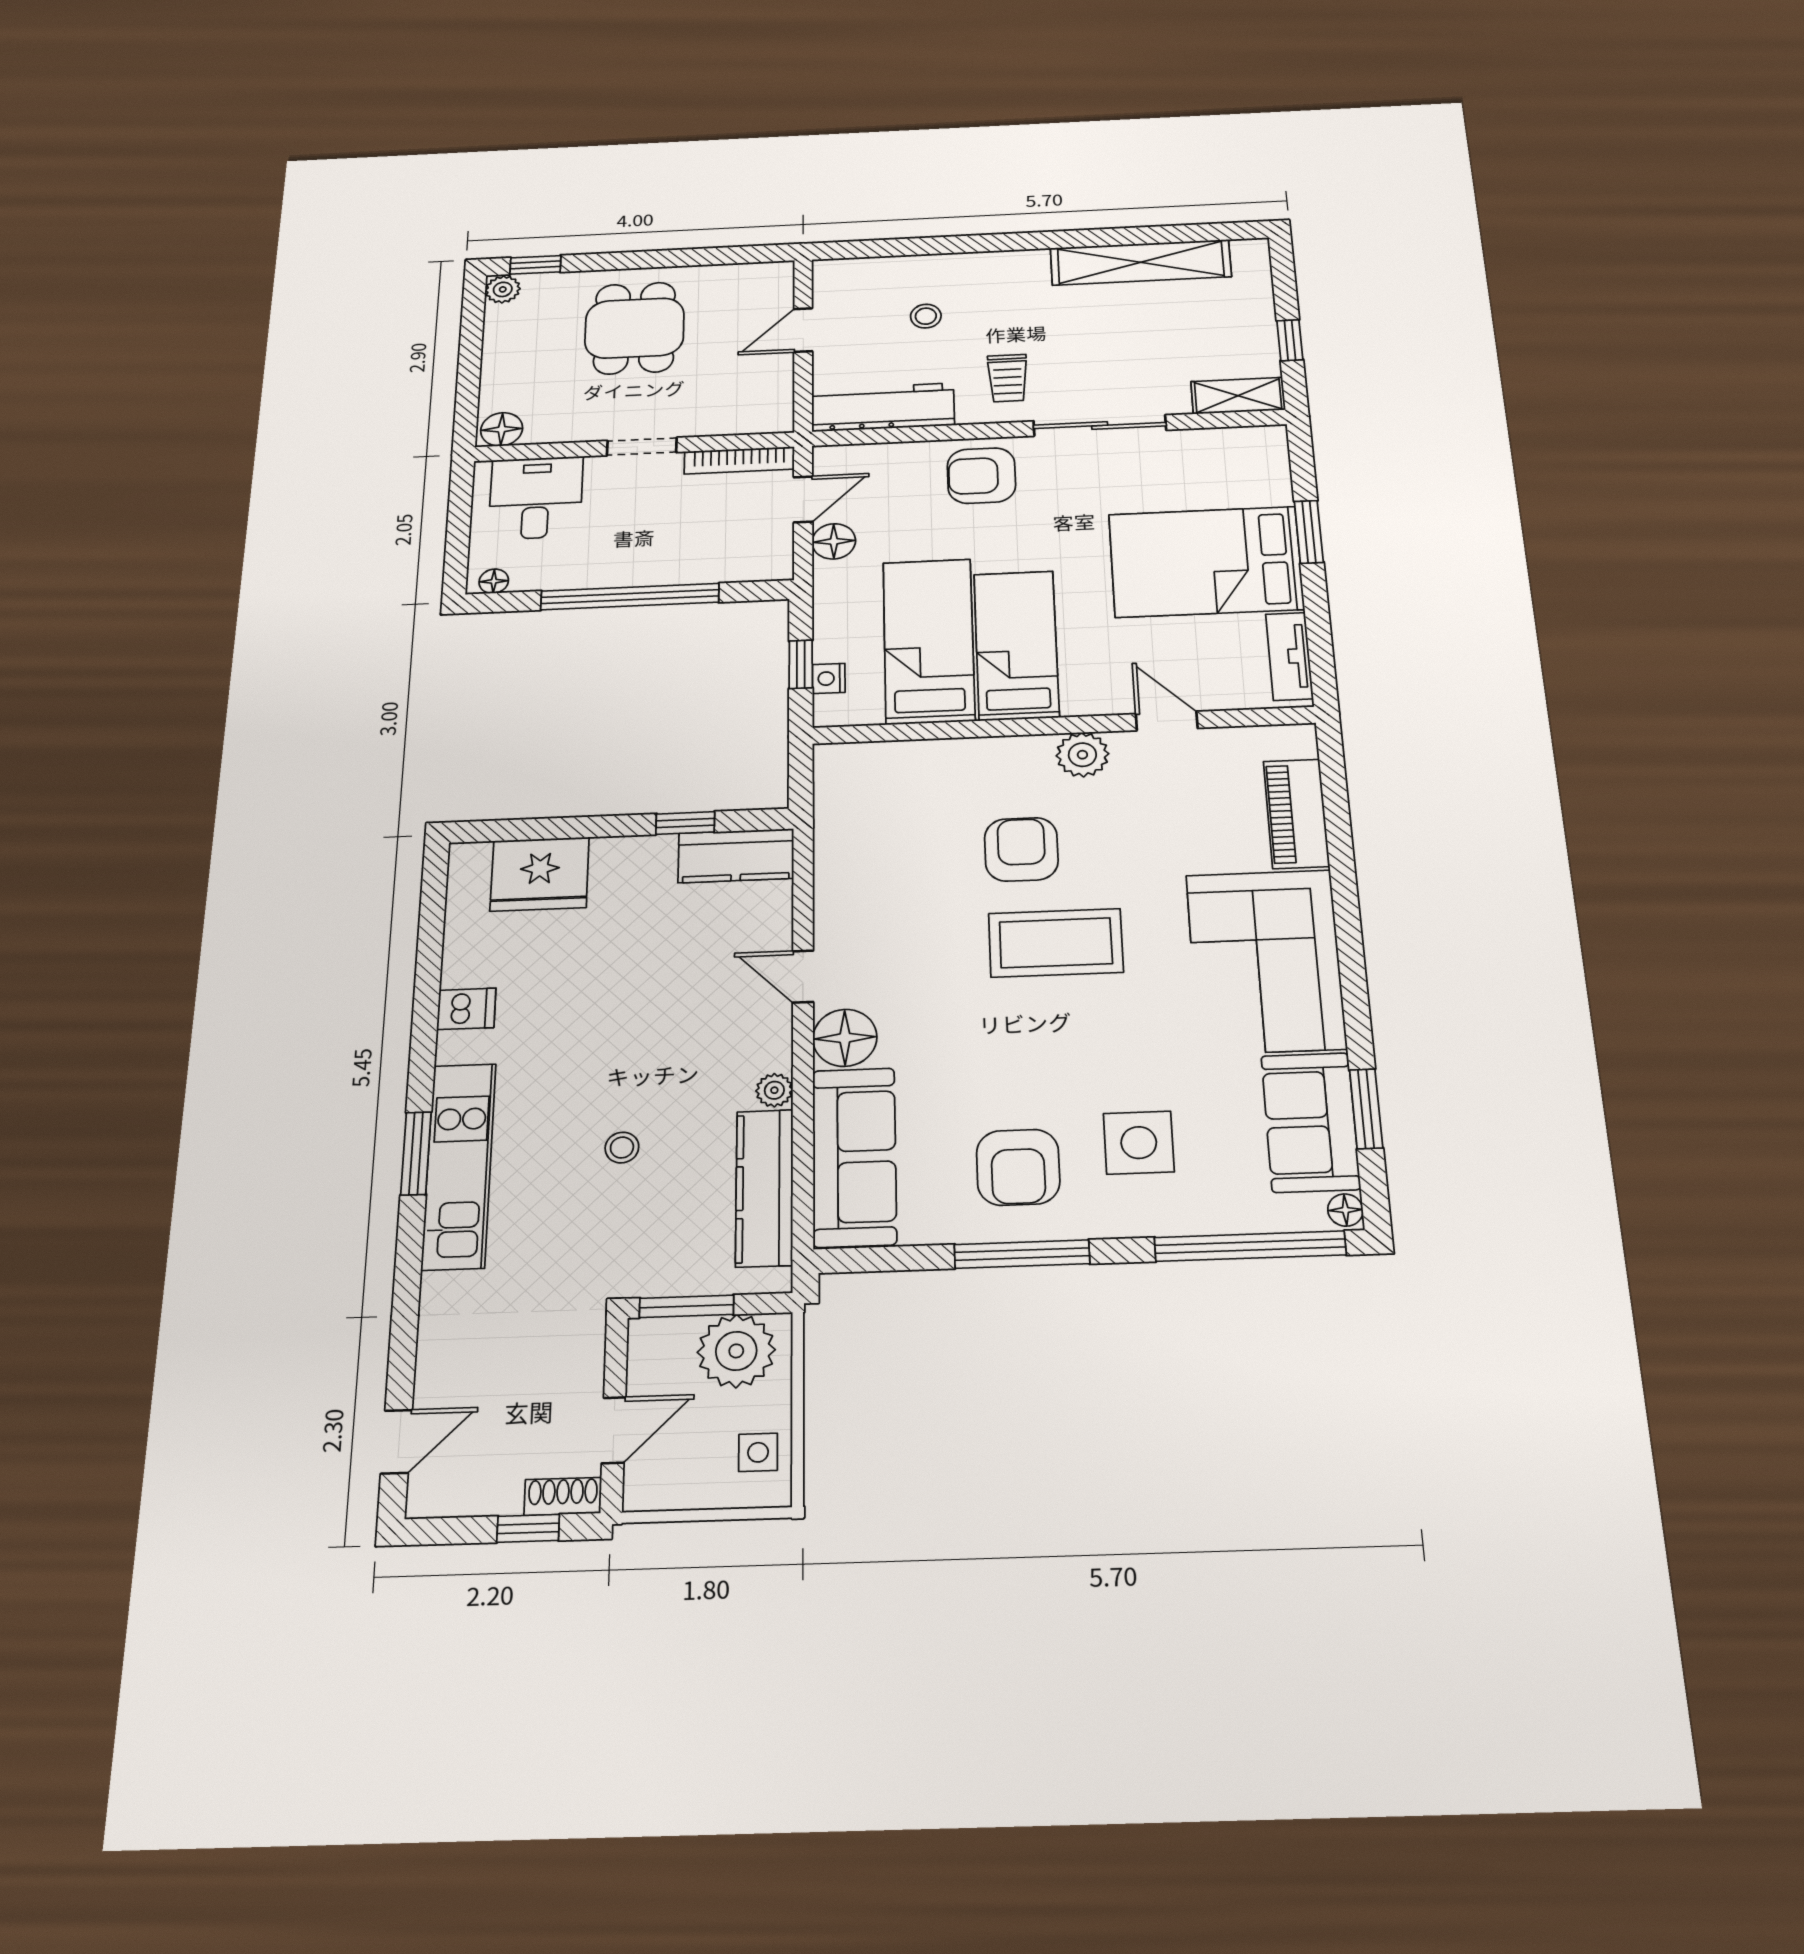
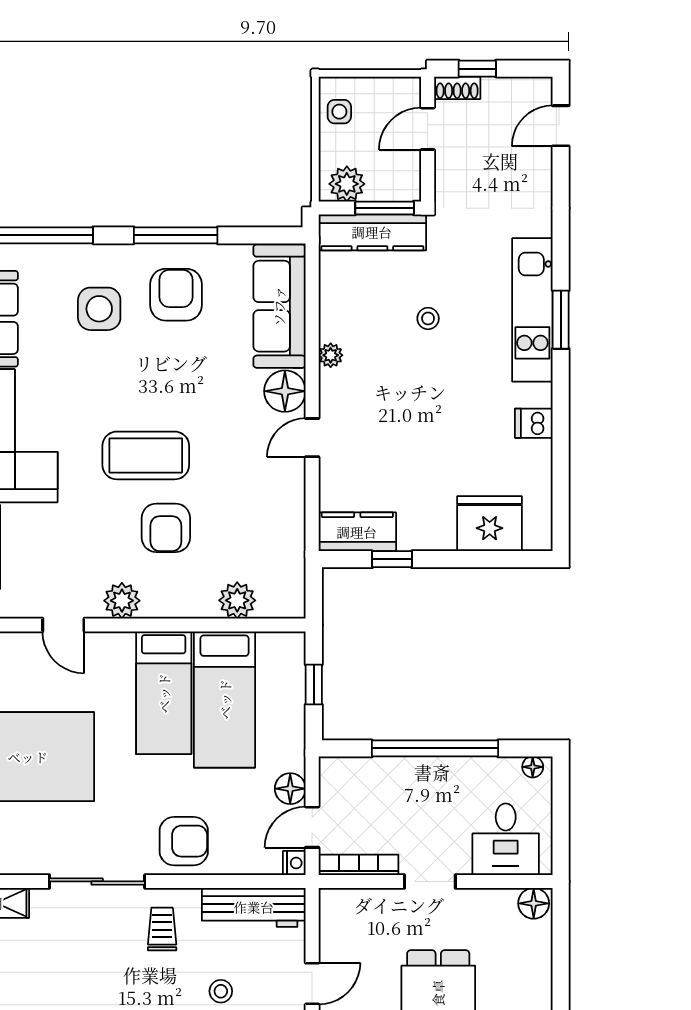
nightstand: (829, 678) -> (294, 863), moved
plant: (913, 762) -> (237, 600), added
door: (803, 976) -> (312, 438), swing flipped
kitchen counter: (765, 1188) -> (372, 232), moved, turned 90
plant: (736, 1351) -> (347, 184), width x0.73, depth x0.73

